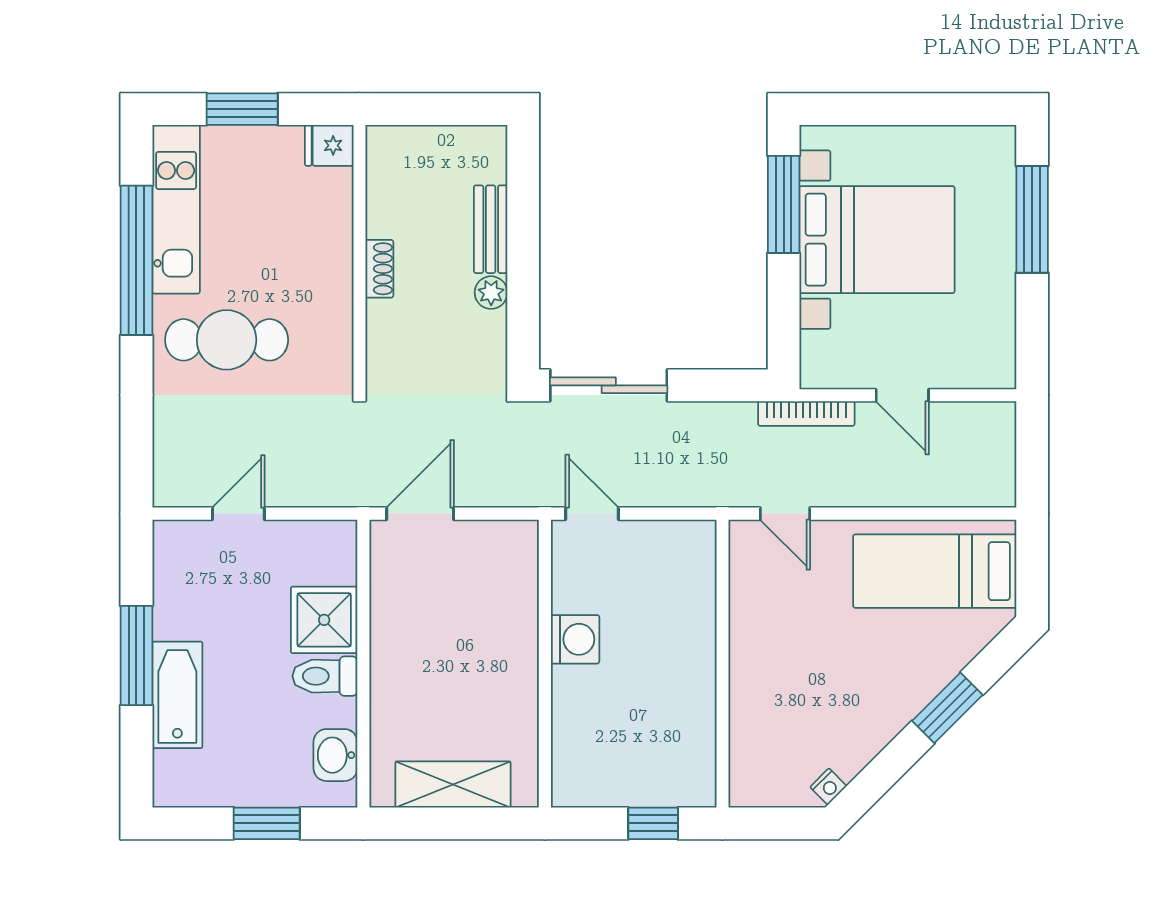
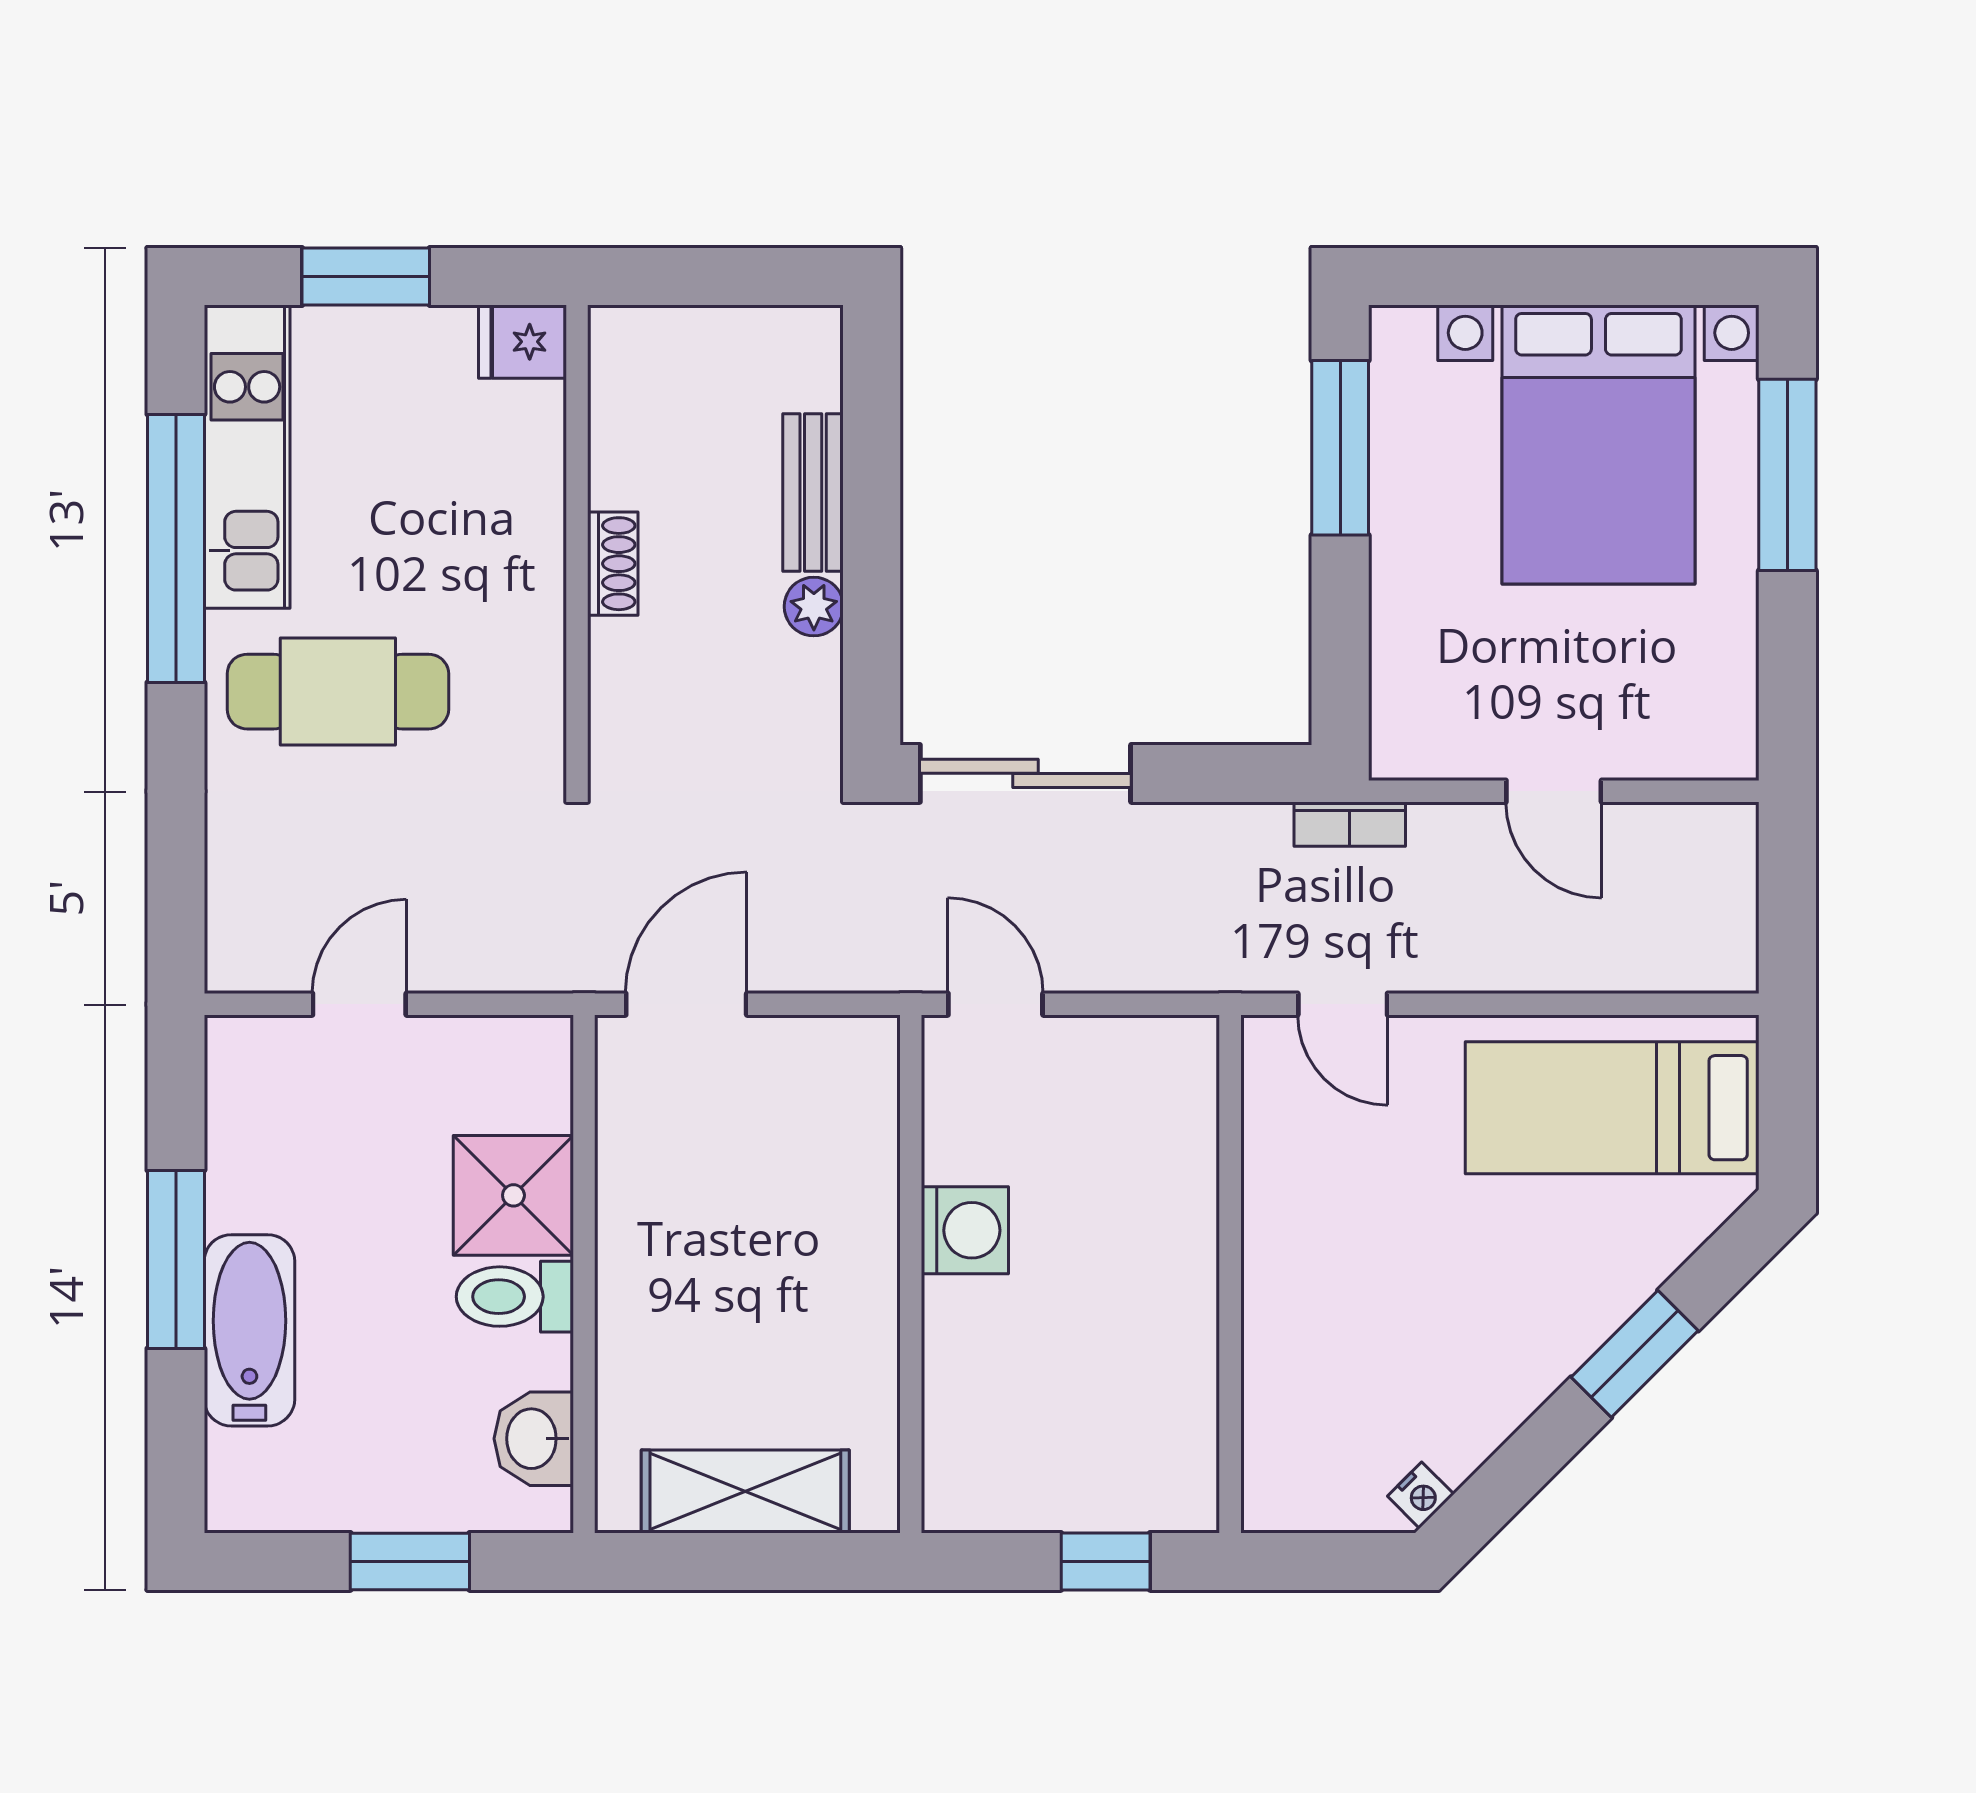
bed with nightstands: (877, 240) -> (1598, 444), moved, turned 90
bookcase: (806, 413) -> (1350, 824), width x0.64

